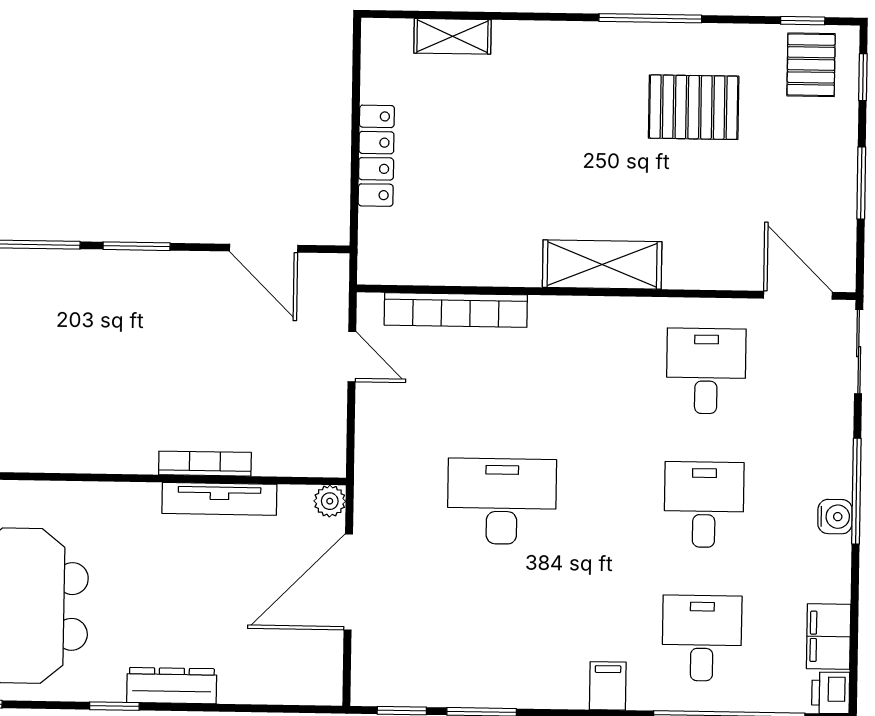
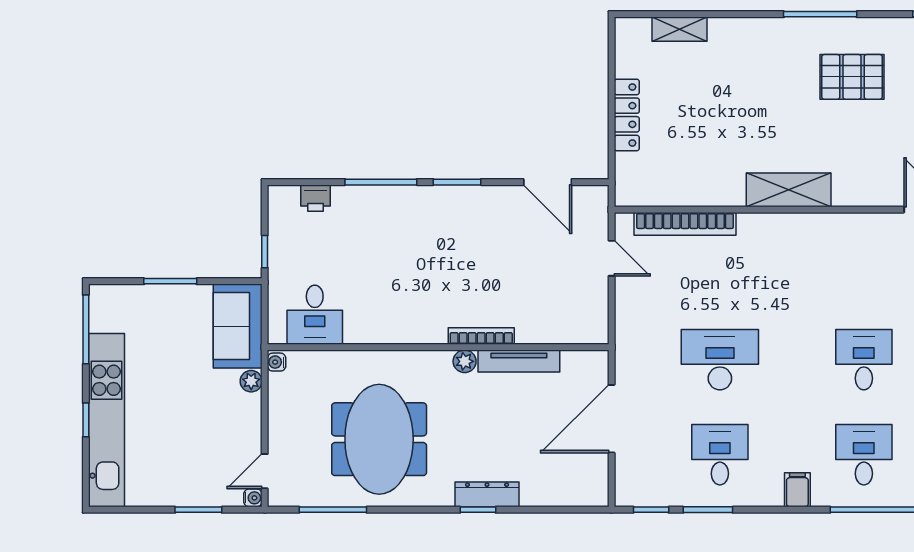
desk: (706, 371) -> (720, 455), moved
bookcase: (205, 464) -> (481, 336), moved
plant: (330, 501) -> (465, 361), moved
window: (114, 706) -> (478, 510), moved

